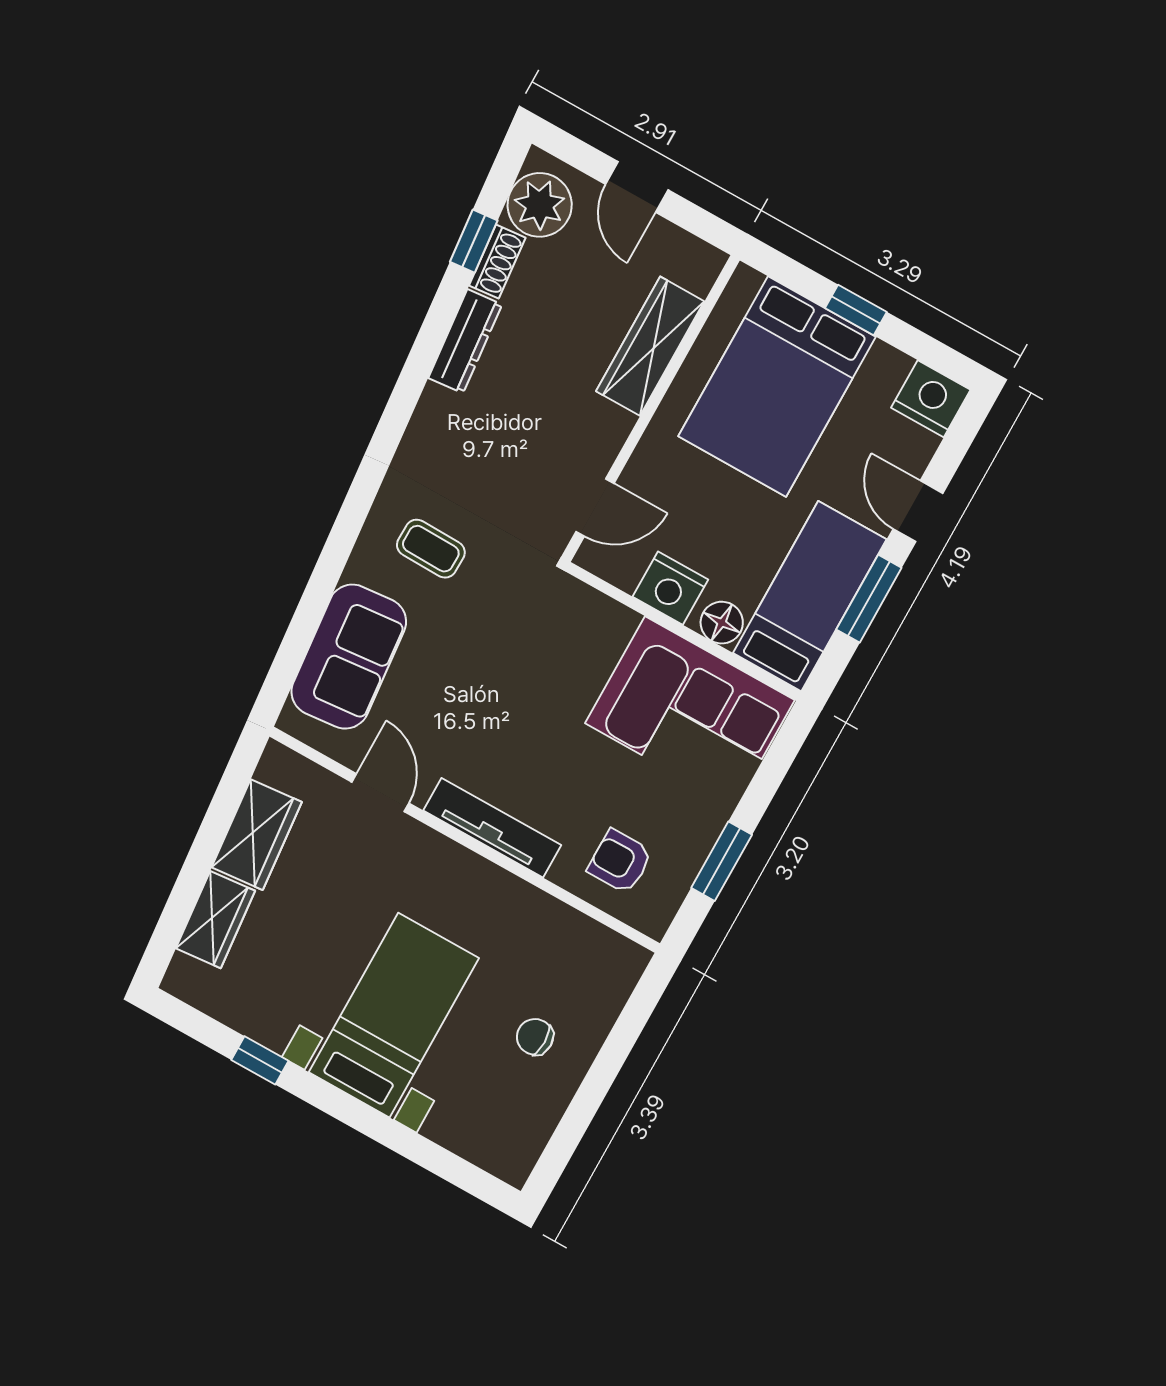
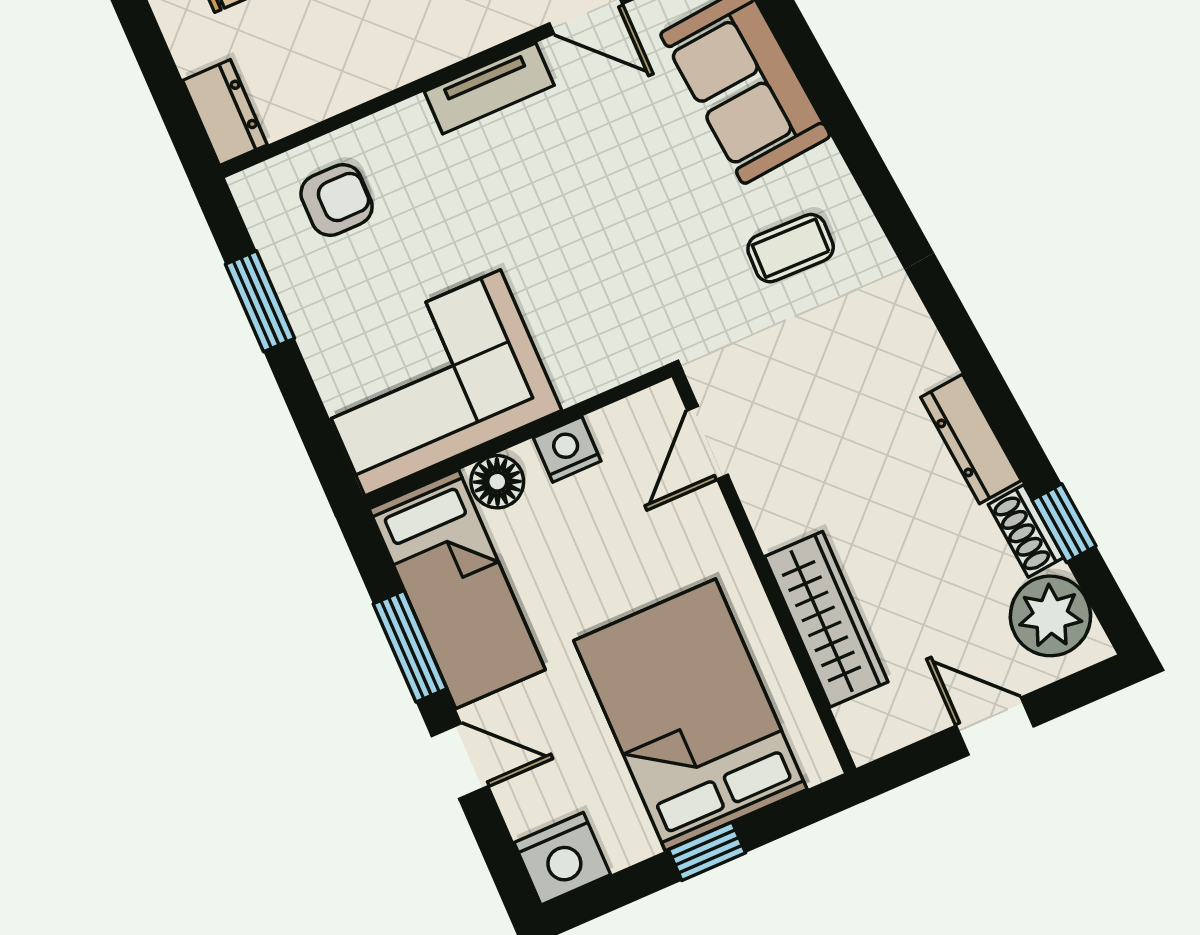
nightstand: (670, 588) -> (567, 449), width x0.74, depth x0.75
tv unit: (492, 828) -> (489, 88), width x0.71
dresser: (618, 975) -> (225, 113), added

